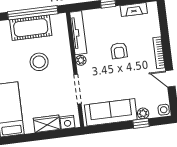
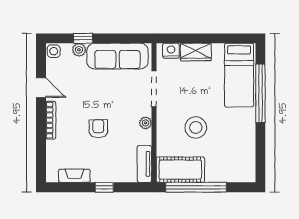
cot: (31, 28) -> (180, 170), moved
tv unit: (78, 33) -> (144, 164), width x0.71

